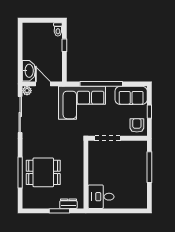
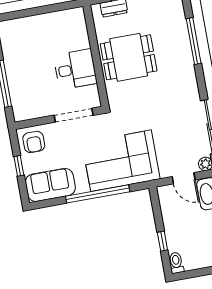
dining table: (43, 172) -> (129, 57), moved
desk: (101, 197) -> (75, 69), moved

